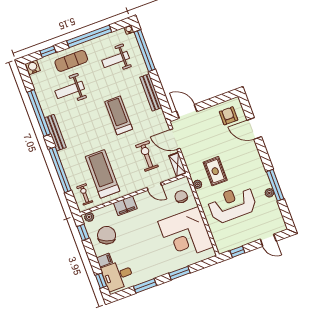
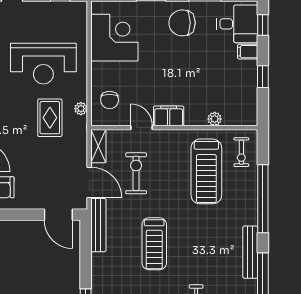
bench: (151, 92) -> (98, 225), moved
exercise bike: (147, 156) -> (136, 173), turned 180
filing cabinet: (125, 206) -> (169, 116), moved
plant: (89, 217) -> (215, 119), moved
window: (83, 232) -> (263, 77), moved
corner desk: (186, 234) -> (114, 38), width x0.74, depth x0.74
chair: (107, 235) -> (182, 23), moved, turned 67

